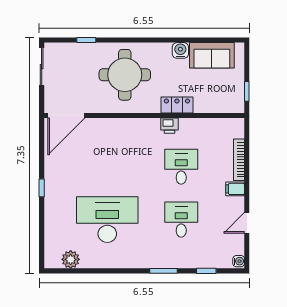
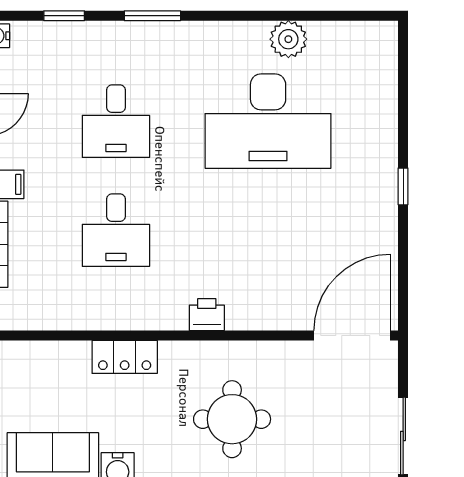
round table: (125, 75) -> (232, 419), width x0.73, depth x0.73
printer: (170, 126) -> (207, 315), moved
plant: (71, 259) -> (288, 39), moved

